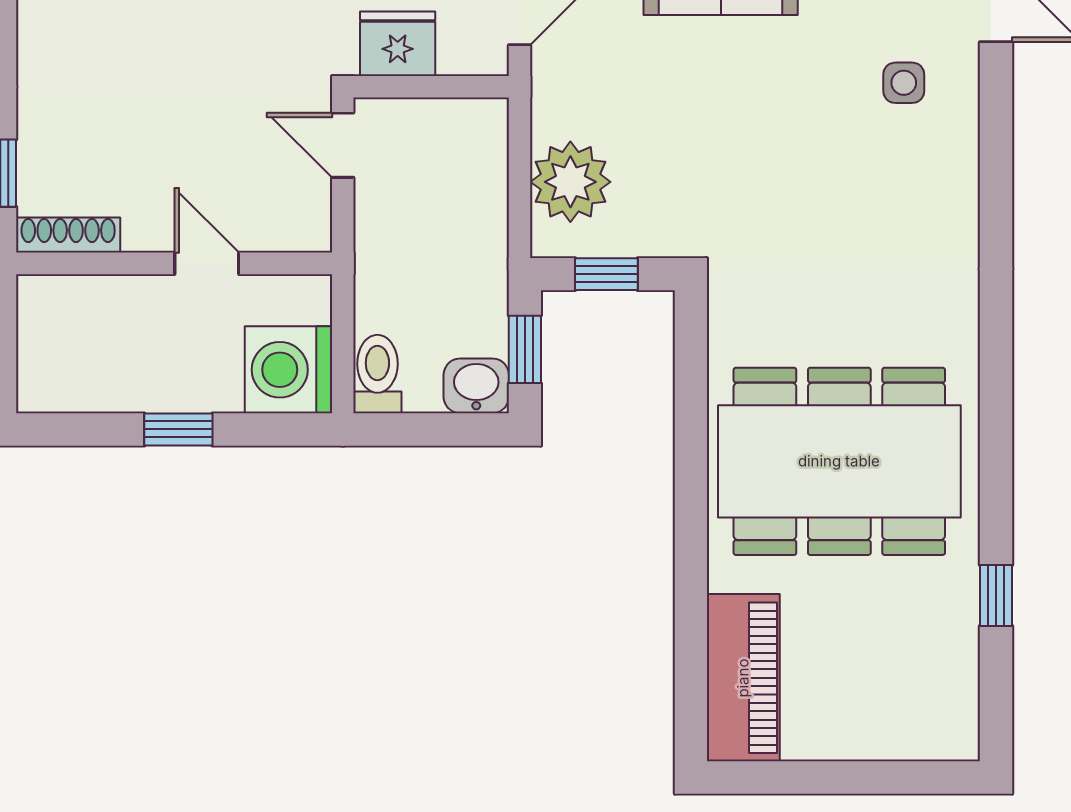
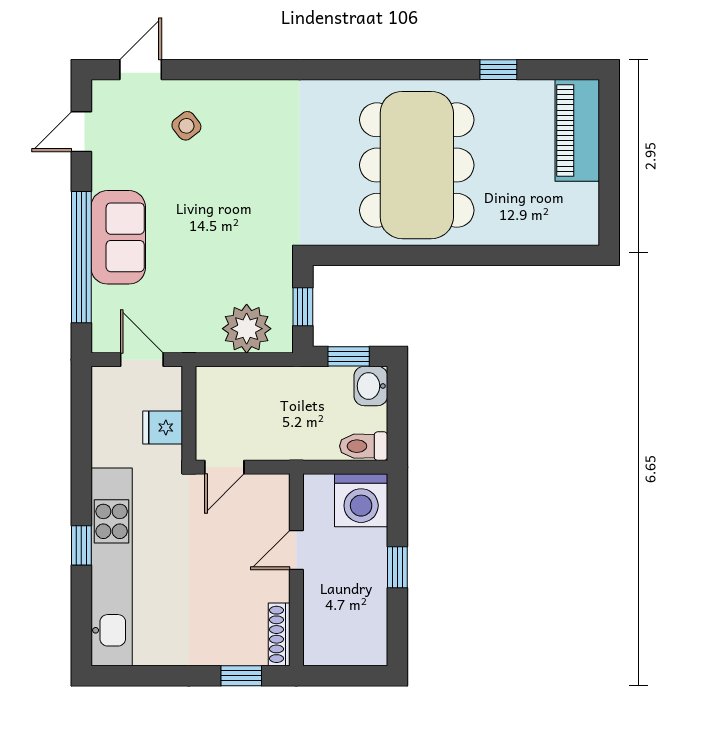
fridge: (398, 44) -> (163, 427), width x0.72
side table: (904, 83) -> (186, 126), turned -38
piano: (743, 678) -> (577, 130), moved, turned -90

